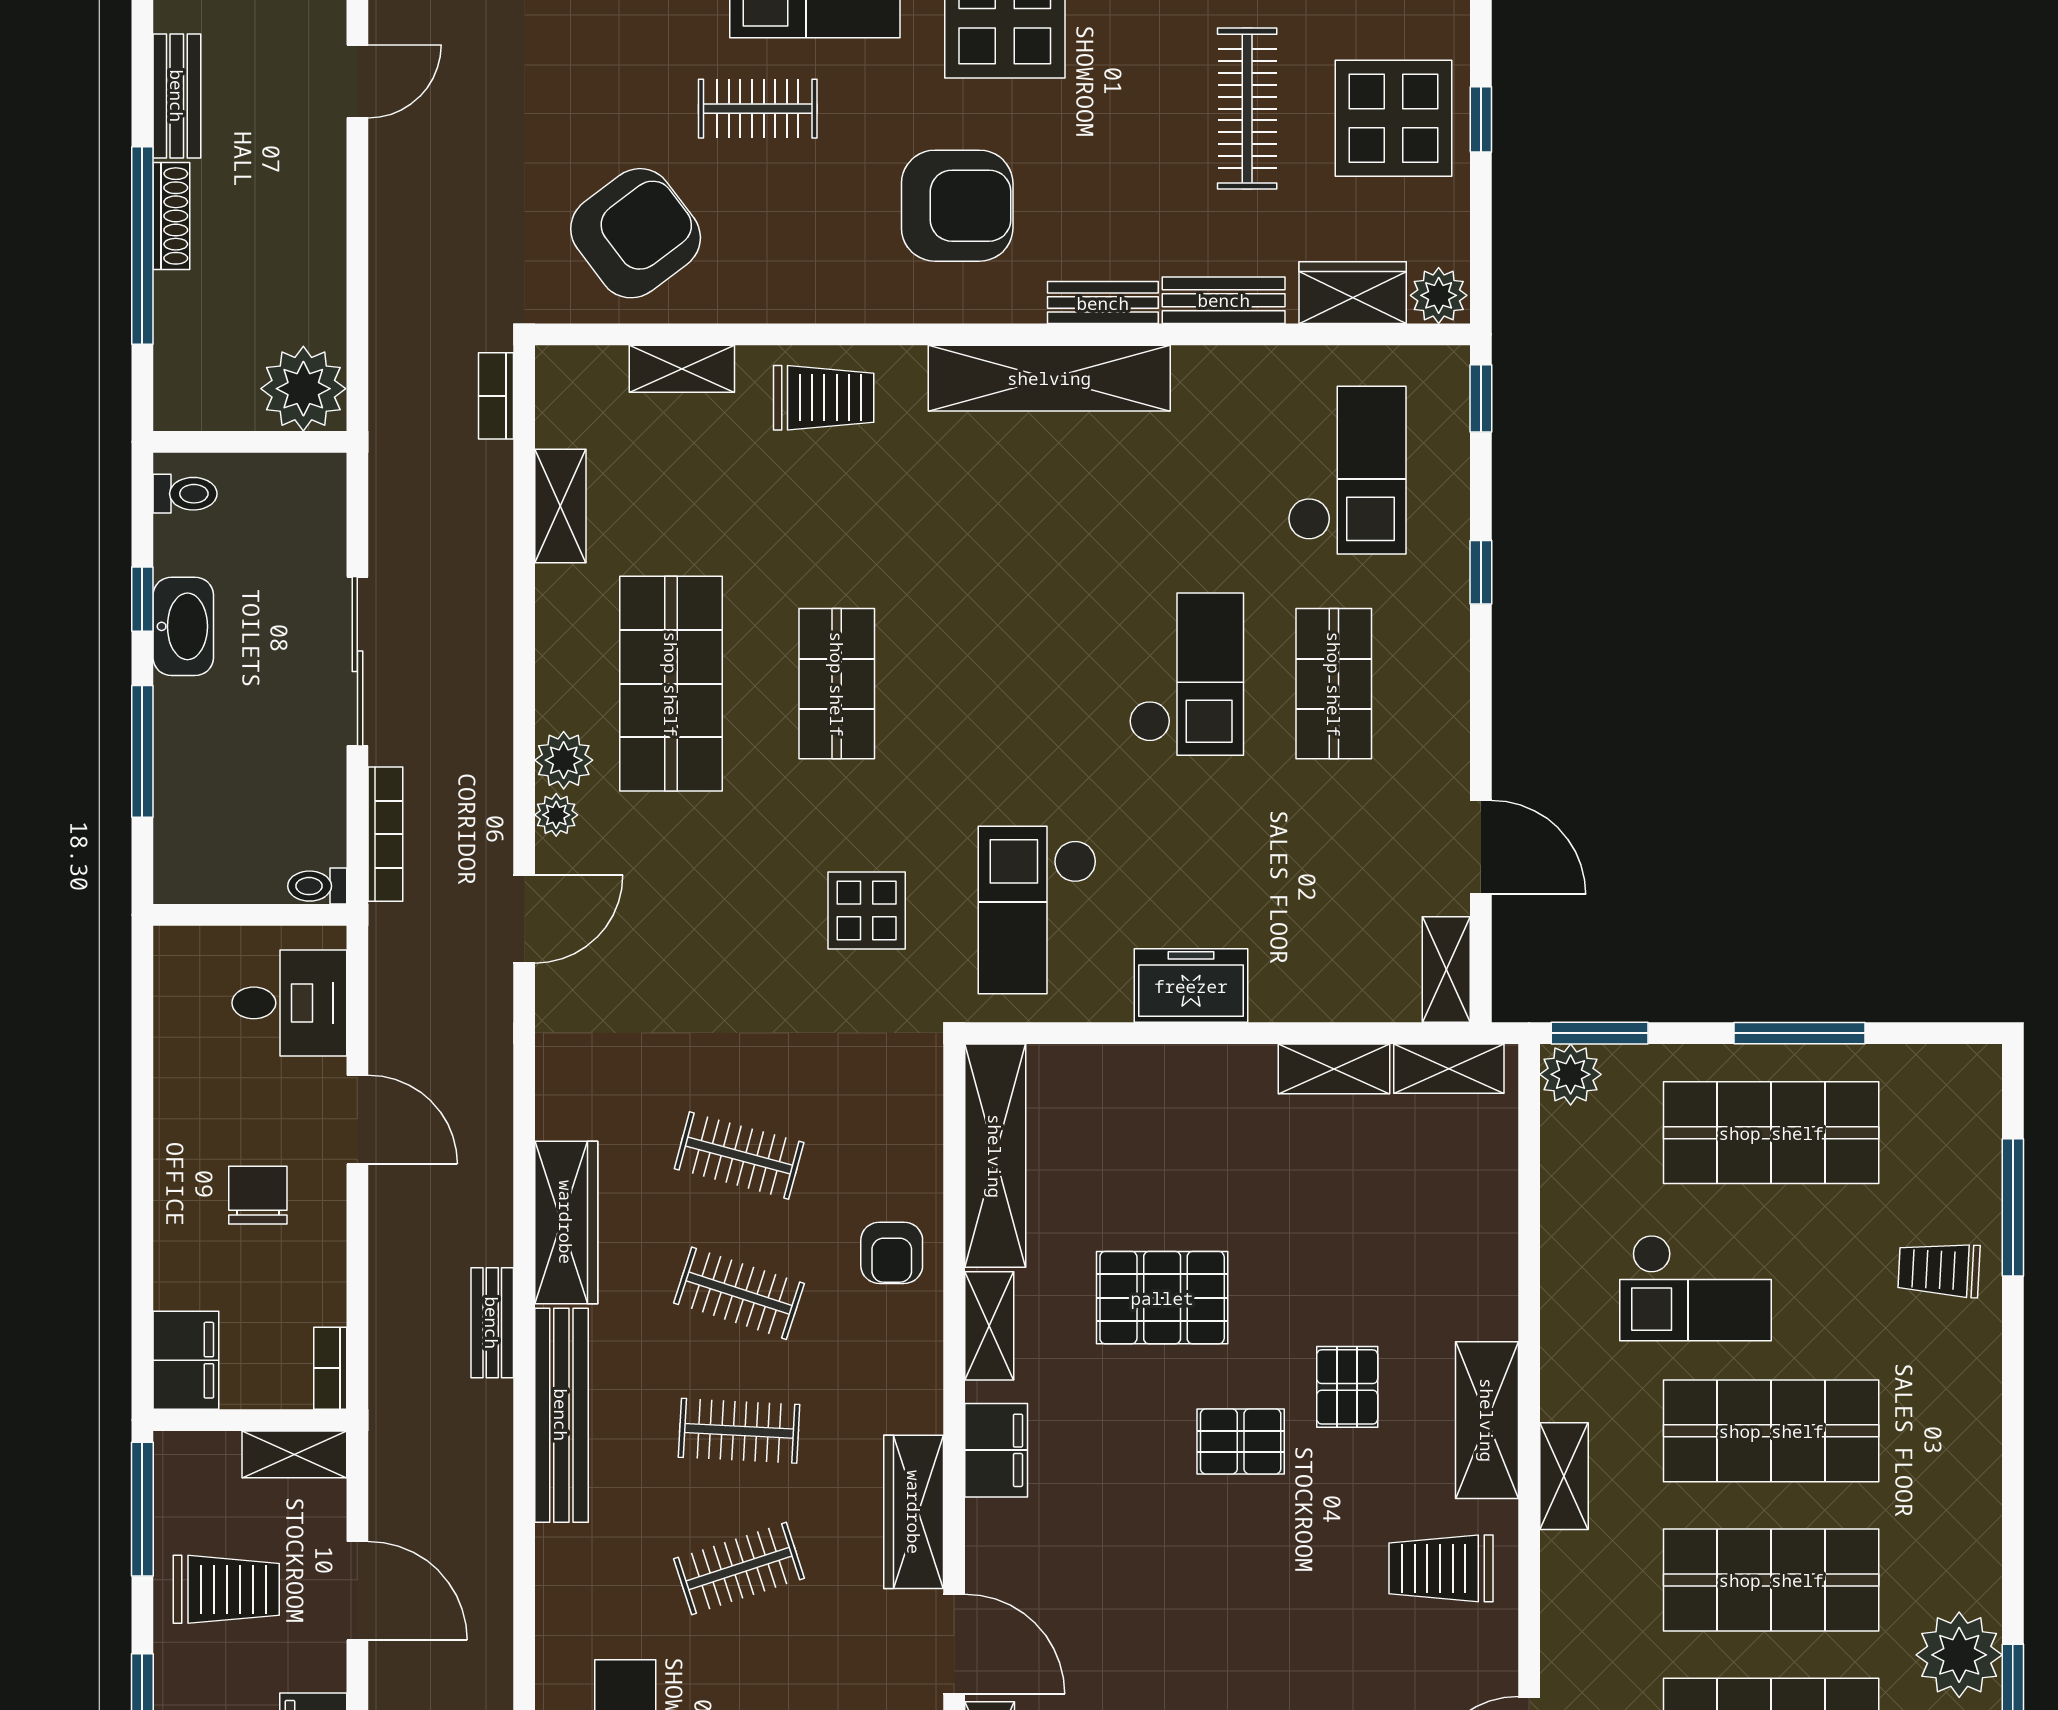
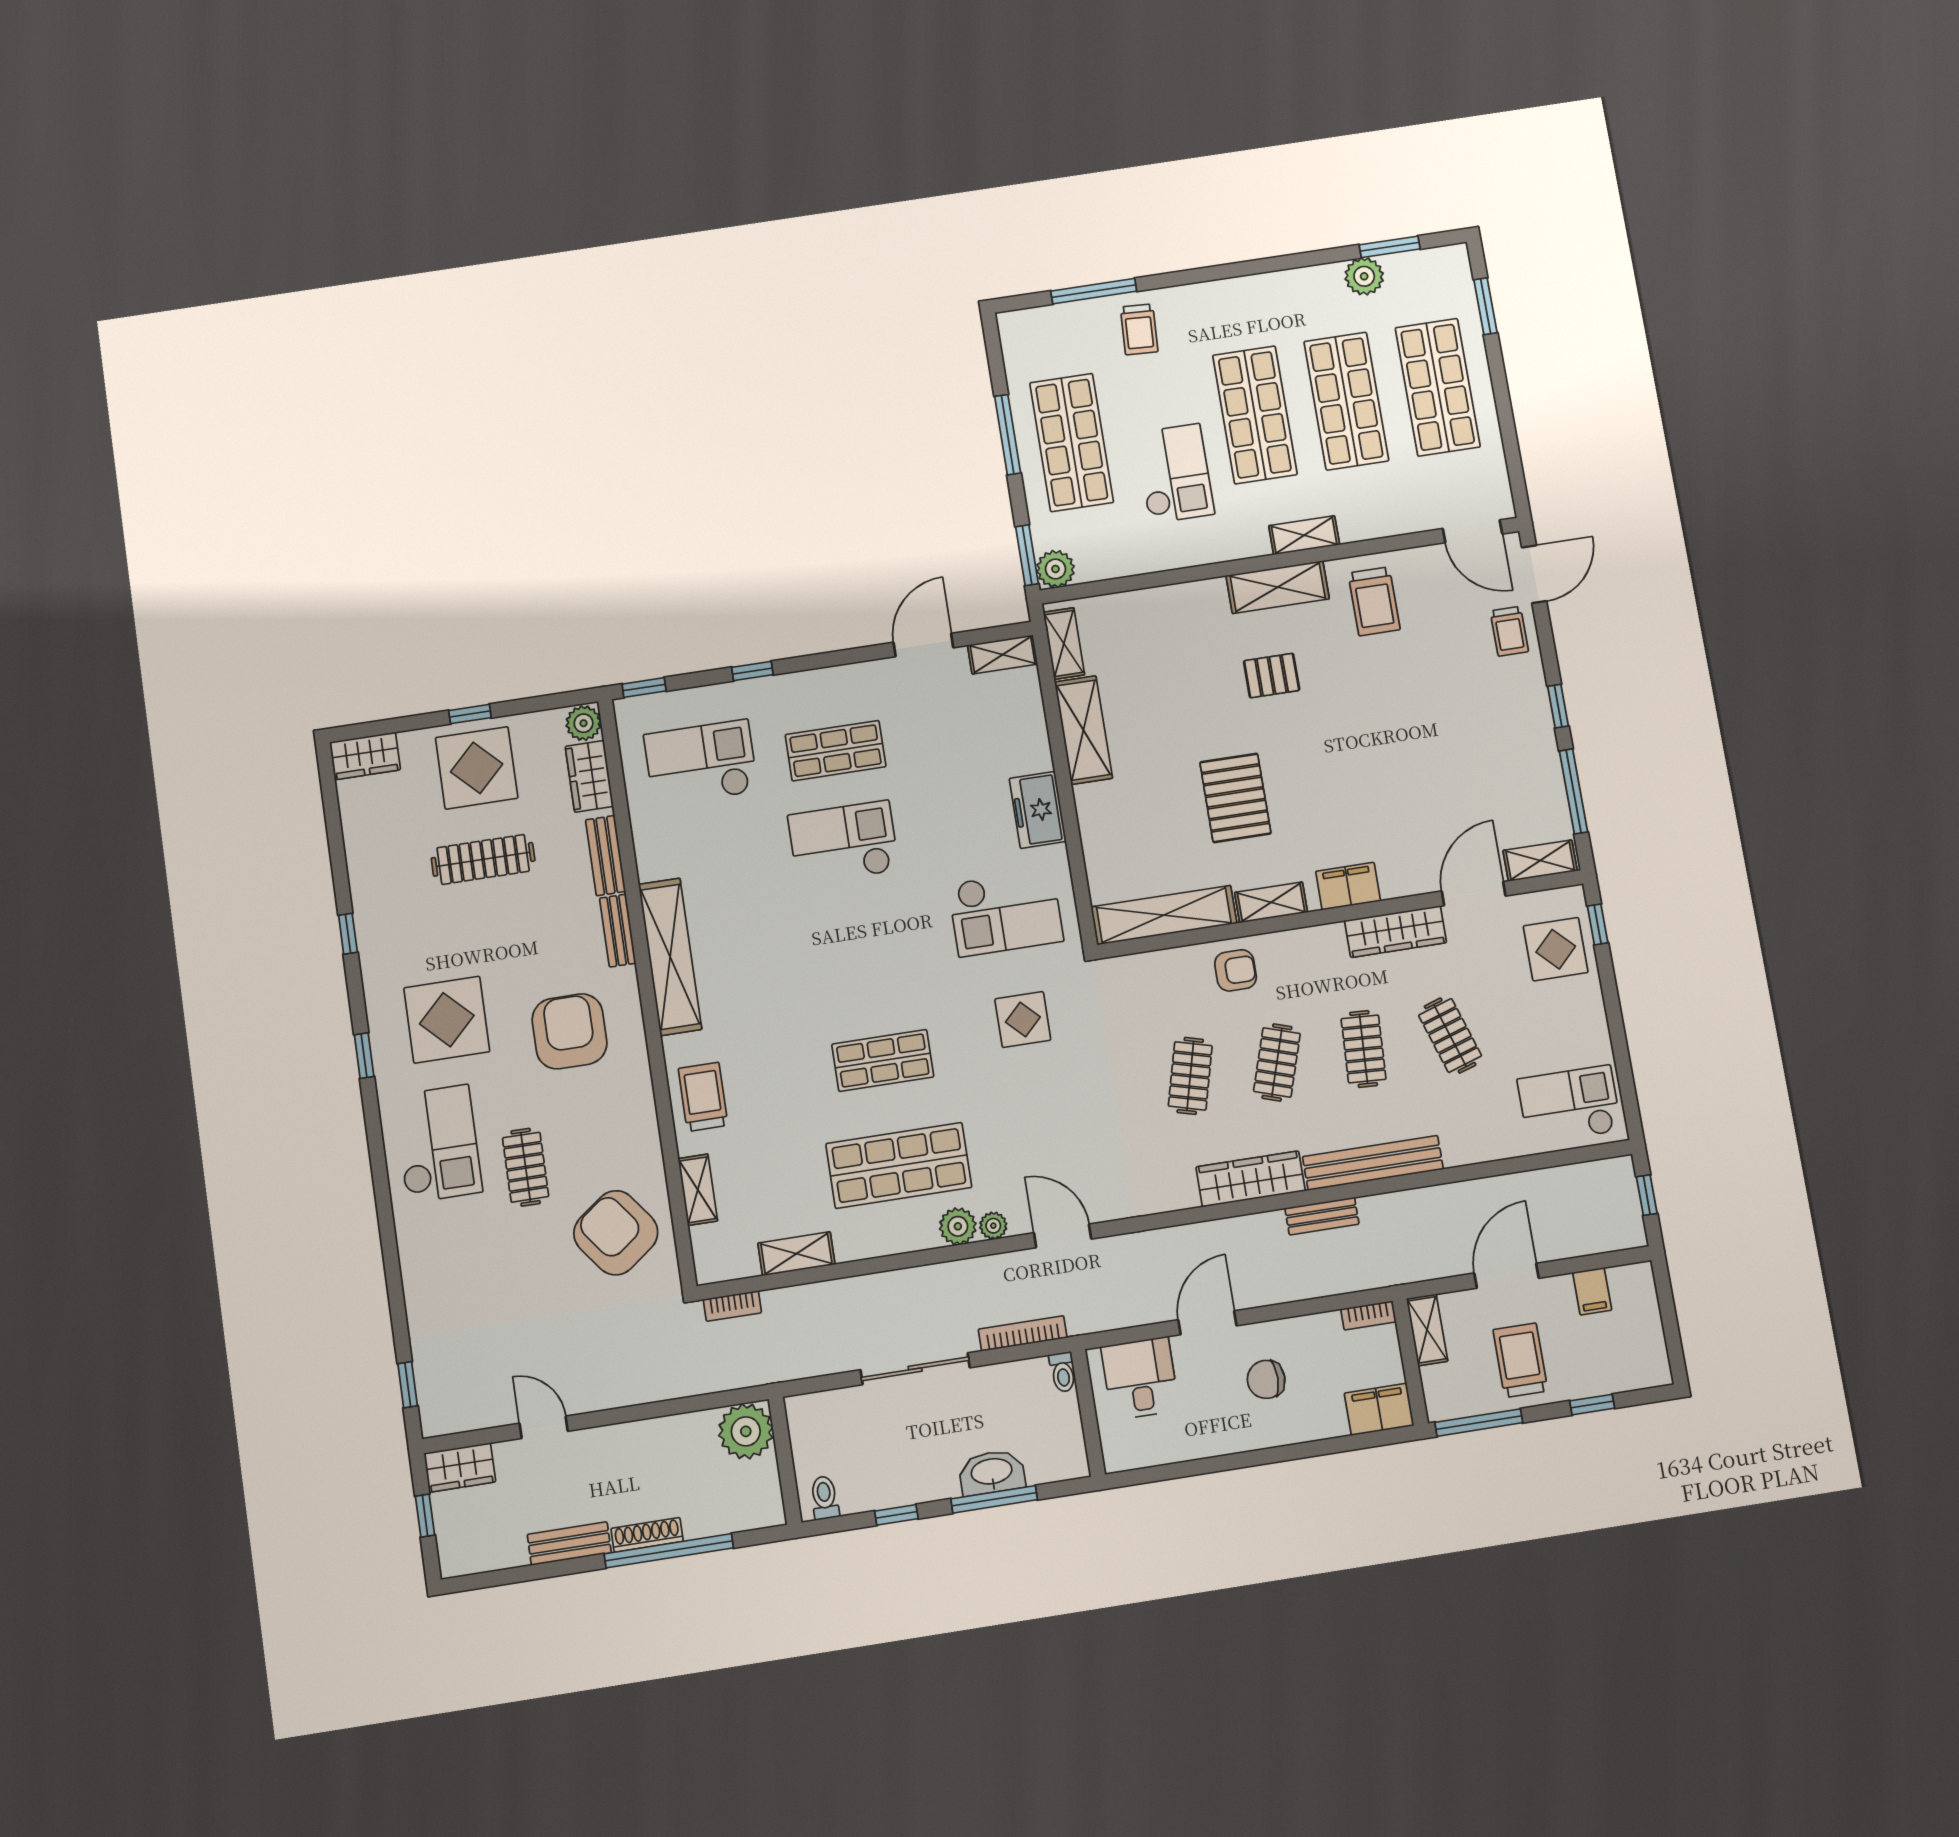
washbasin: (183, 626) -> (992, 1472), moved
shelving: (1334, 1069) -> (1083, 730), width x1.50, depth x1.33
pallet: (1241, 1441) -> (1317, 736), removed
plant: (1959, 1655) -> (1364, 276), width x0.73, depth x0.73

